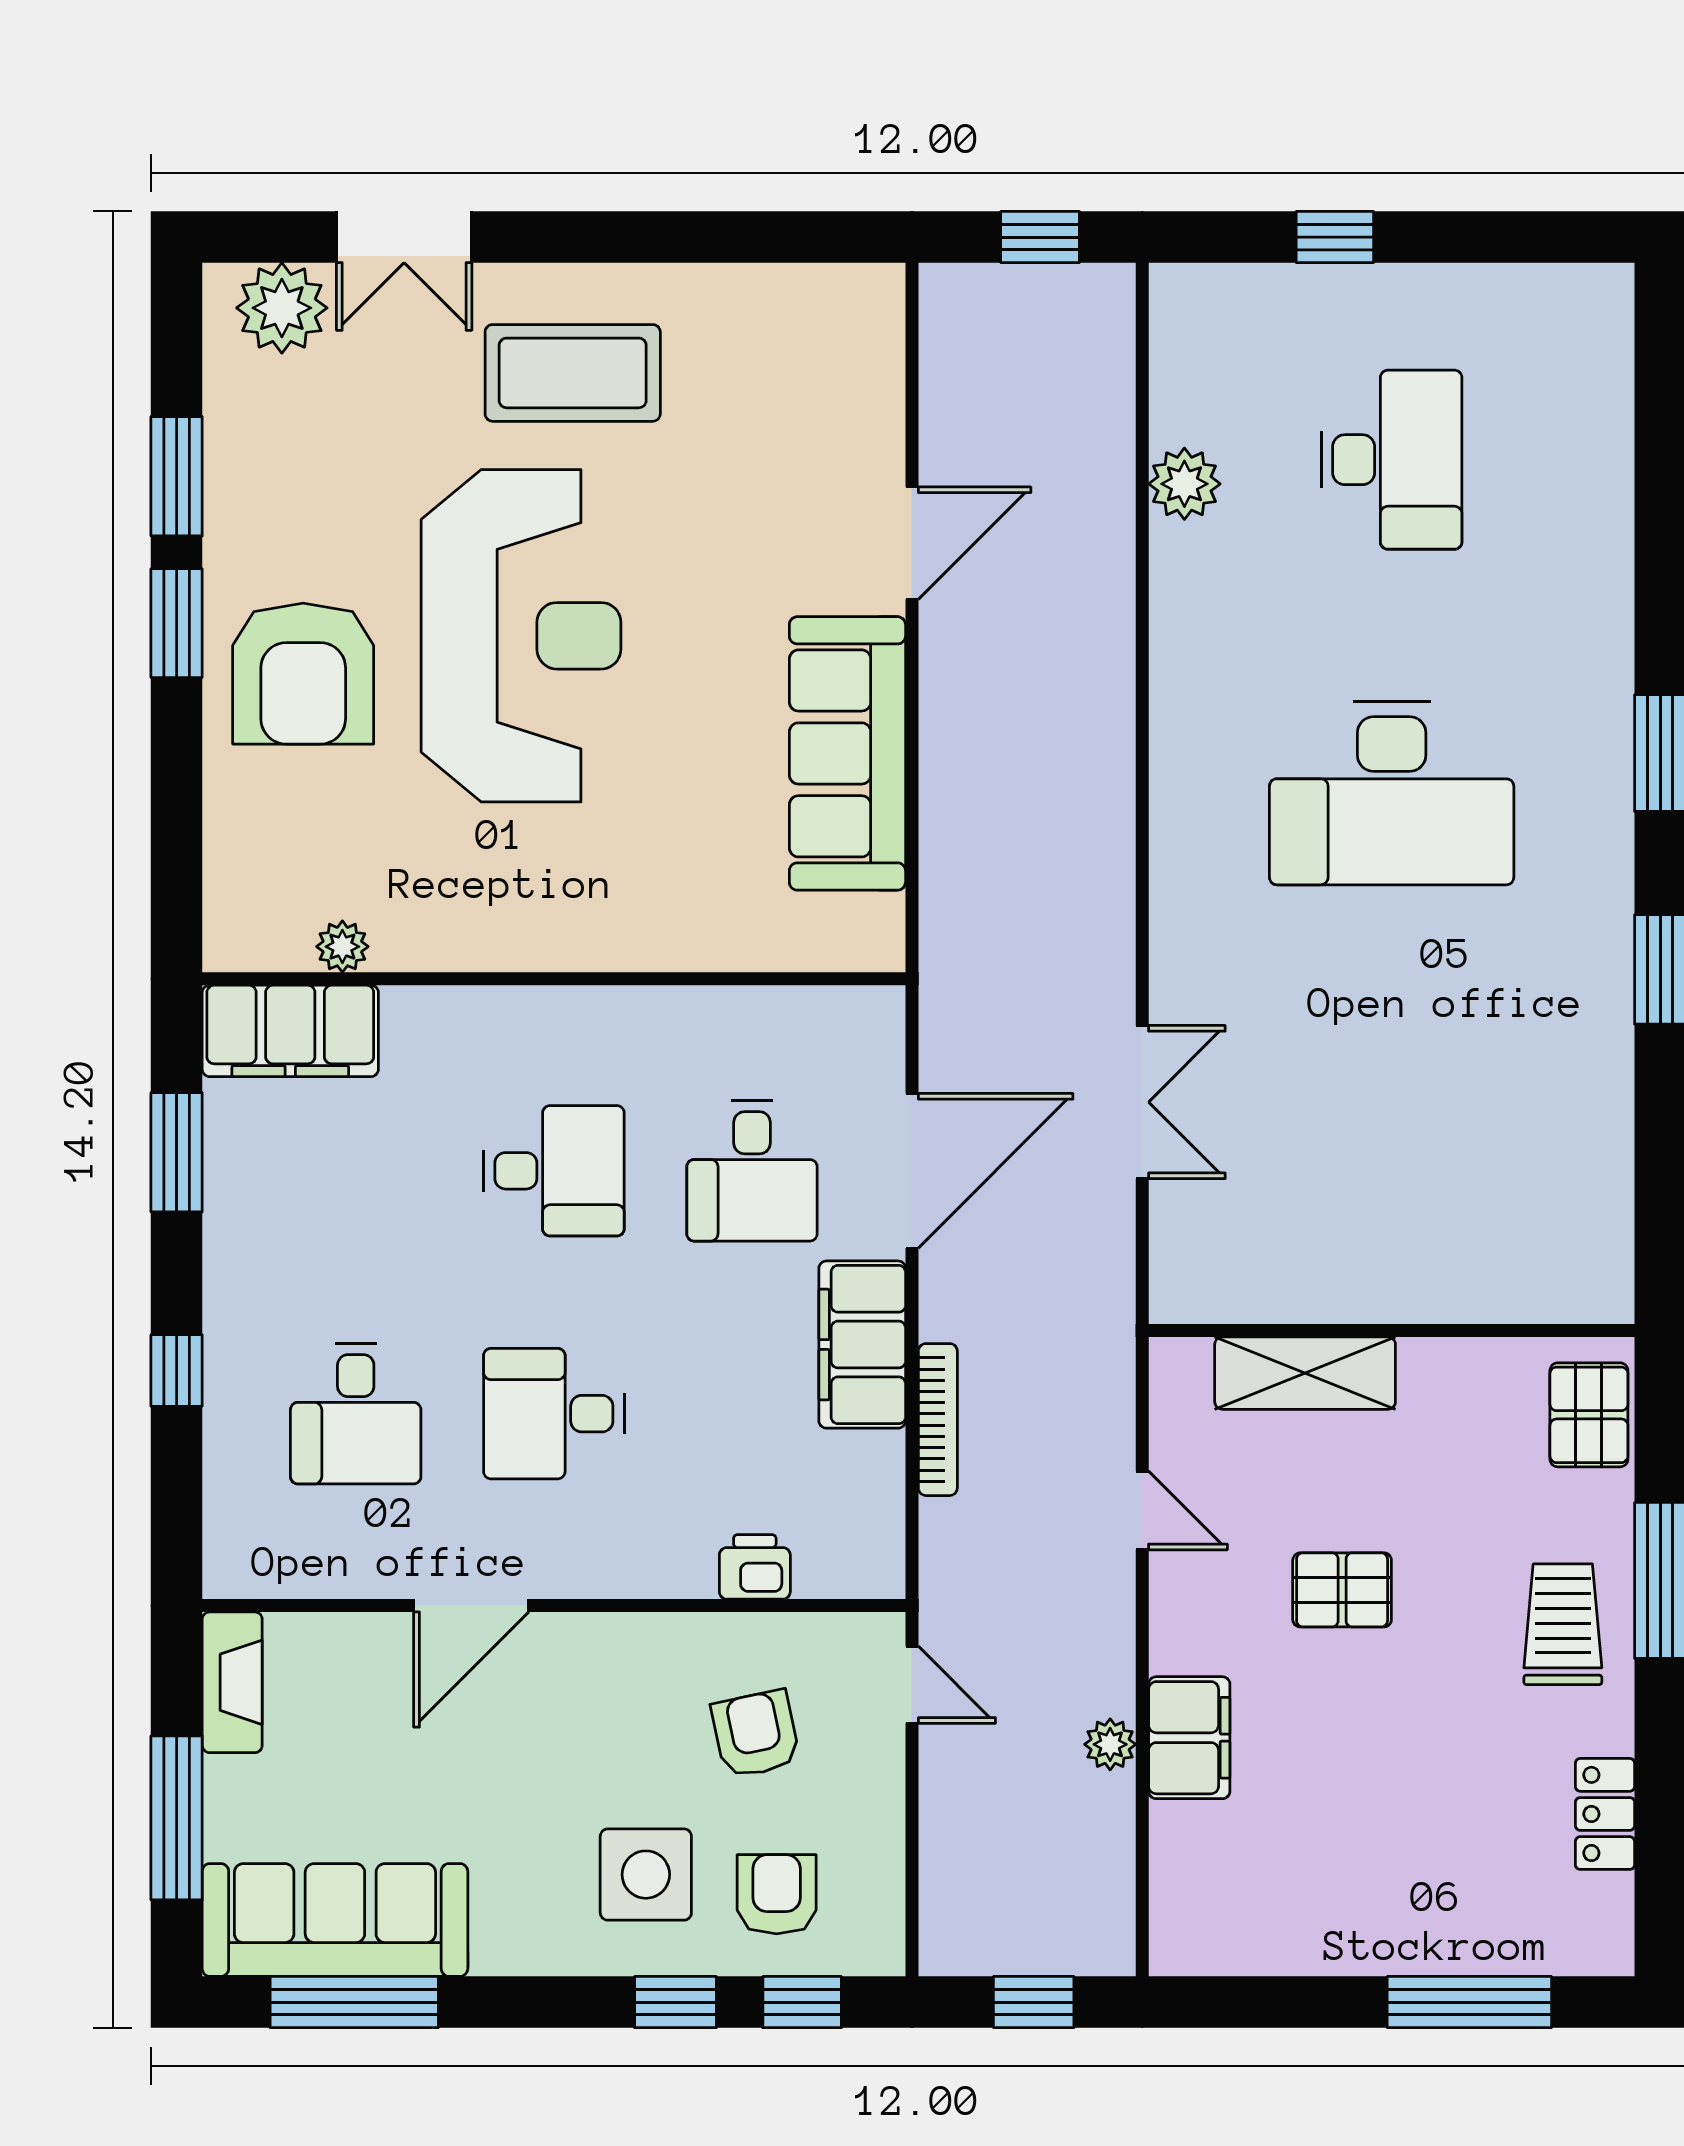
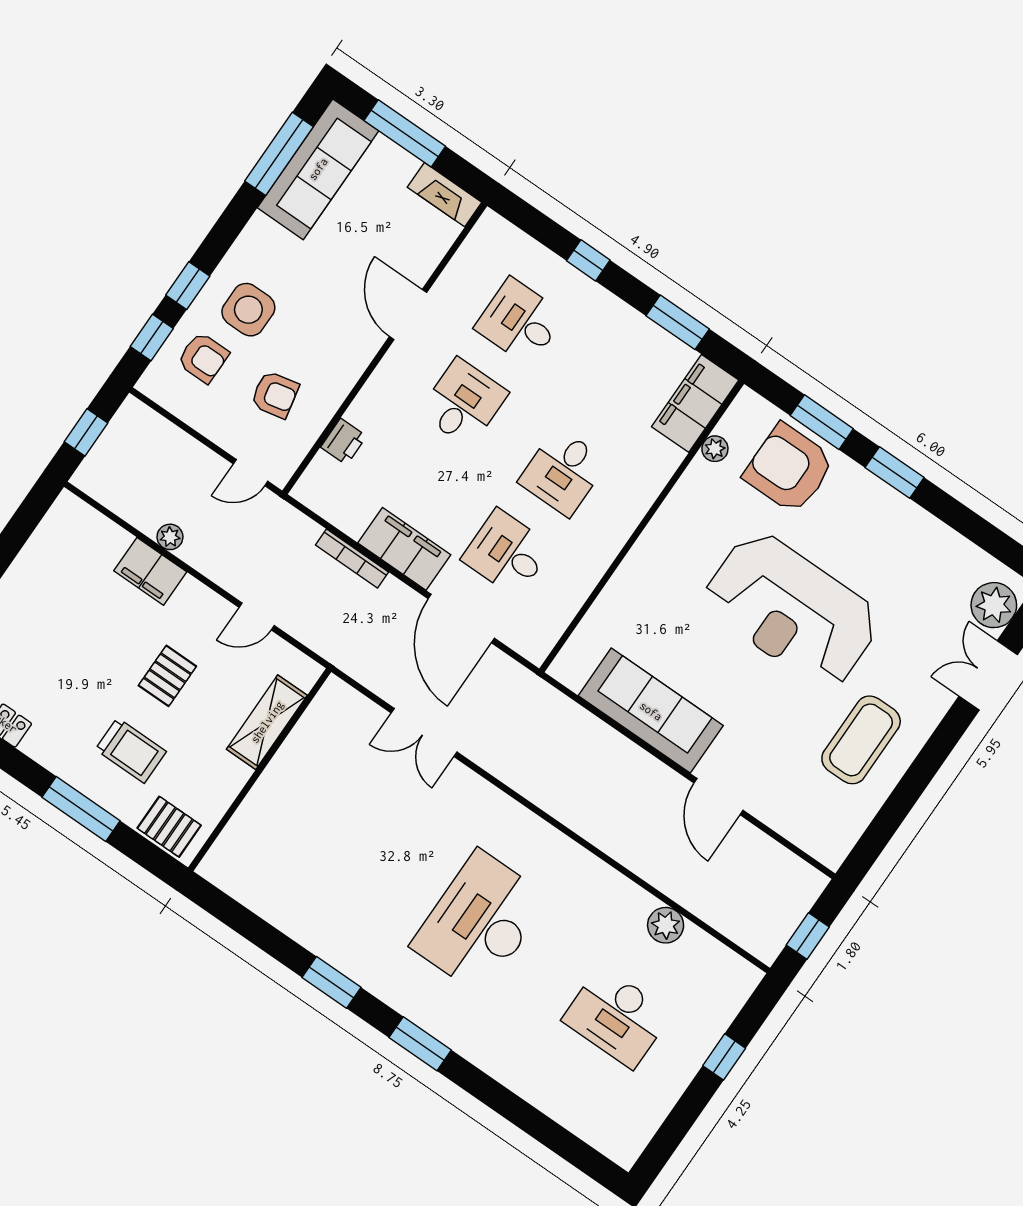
coffee table: (573, 373) -> (861, 740), moved
window: (177, 476) -> (822, 422), moved
armchair: (303, 674) -> (789, 468), moved
trolley: (1563, 1624) -> (131, 750), moved

